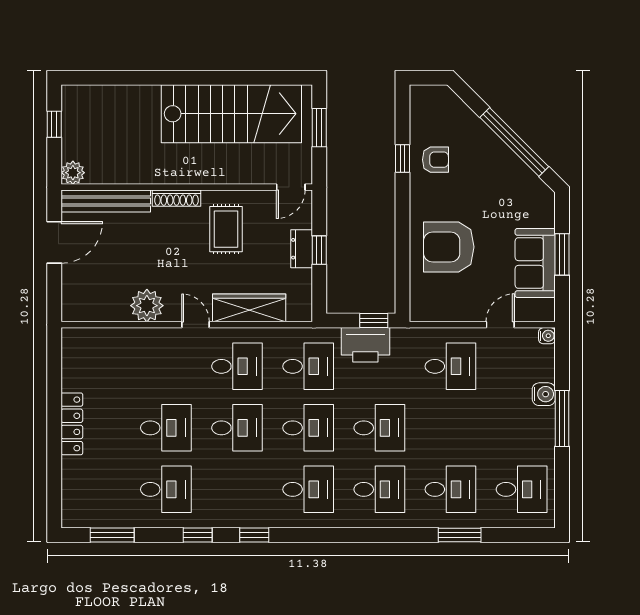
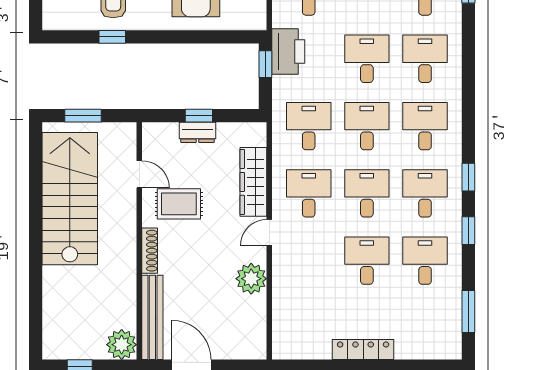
plant: (73, 173) -> (122, 345), width x1.36, depth x1.36
door: (291, 187) -> (139, 174), moved
printer: (365, 345) -> (288, 52), moved
desk: (237, 489) -> (425, 193), added

